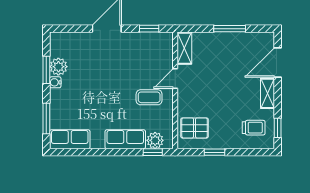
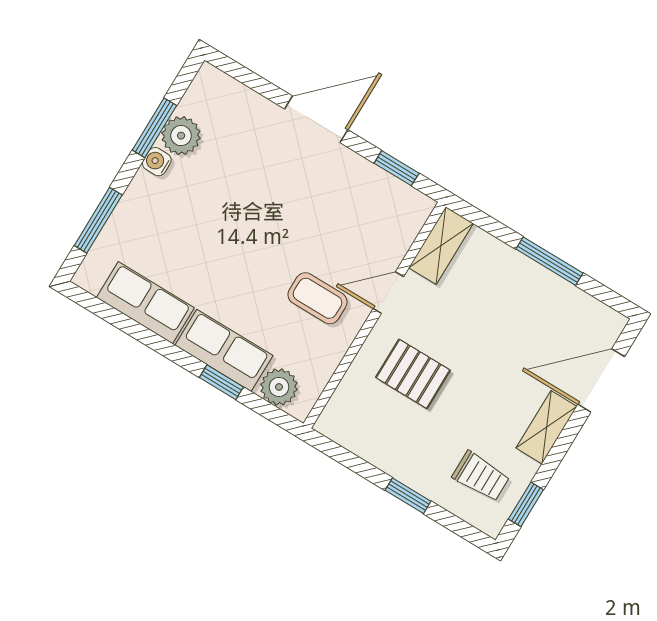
pallet: (195, 128) -> (413, 374), moved
row of seats: (70, 139) -> (145, 303), moved
window: (153, 152) -> (221, 382), moved
window: (215, 152) -> (408, 496), moved

